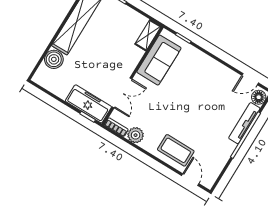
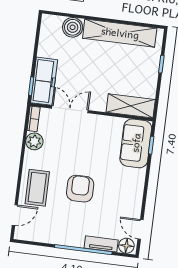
shelving: (148, 35) -> (131, 106), width x1.50, depth x1.33
sofa: (159, 60) -> (136, 143), moved, turned 90
double door: (122, 93) -> (70, 109), swing flipped
armchair: (193, 114) -> (80, 189), added
tv unit: (244, 123) -> (101, 244), width x0.71

